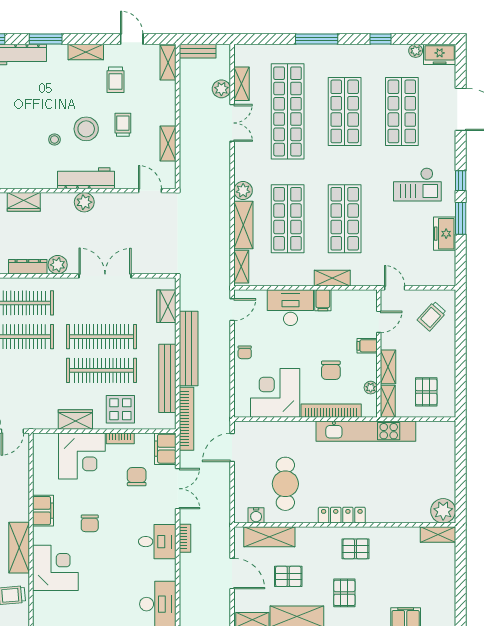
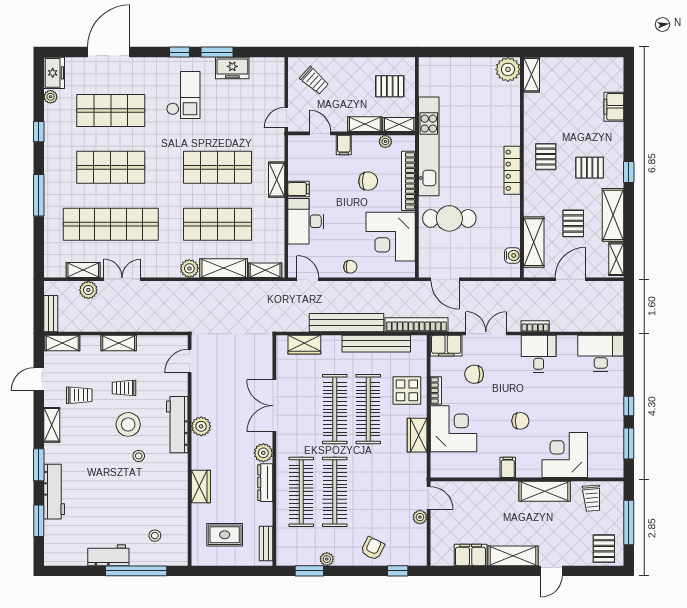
shelving: (168, 144) -> (119, 343), moved
cafe table: (285, 484) -> (449, 218), moved
filing cabinet: (43, 511) -> (508, 467), width x0.50

